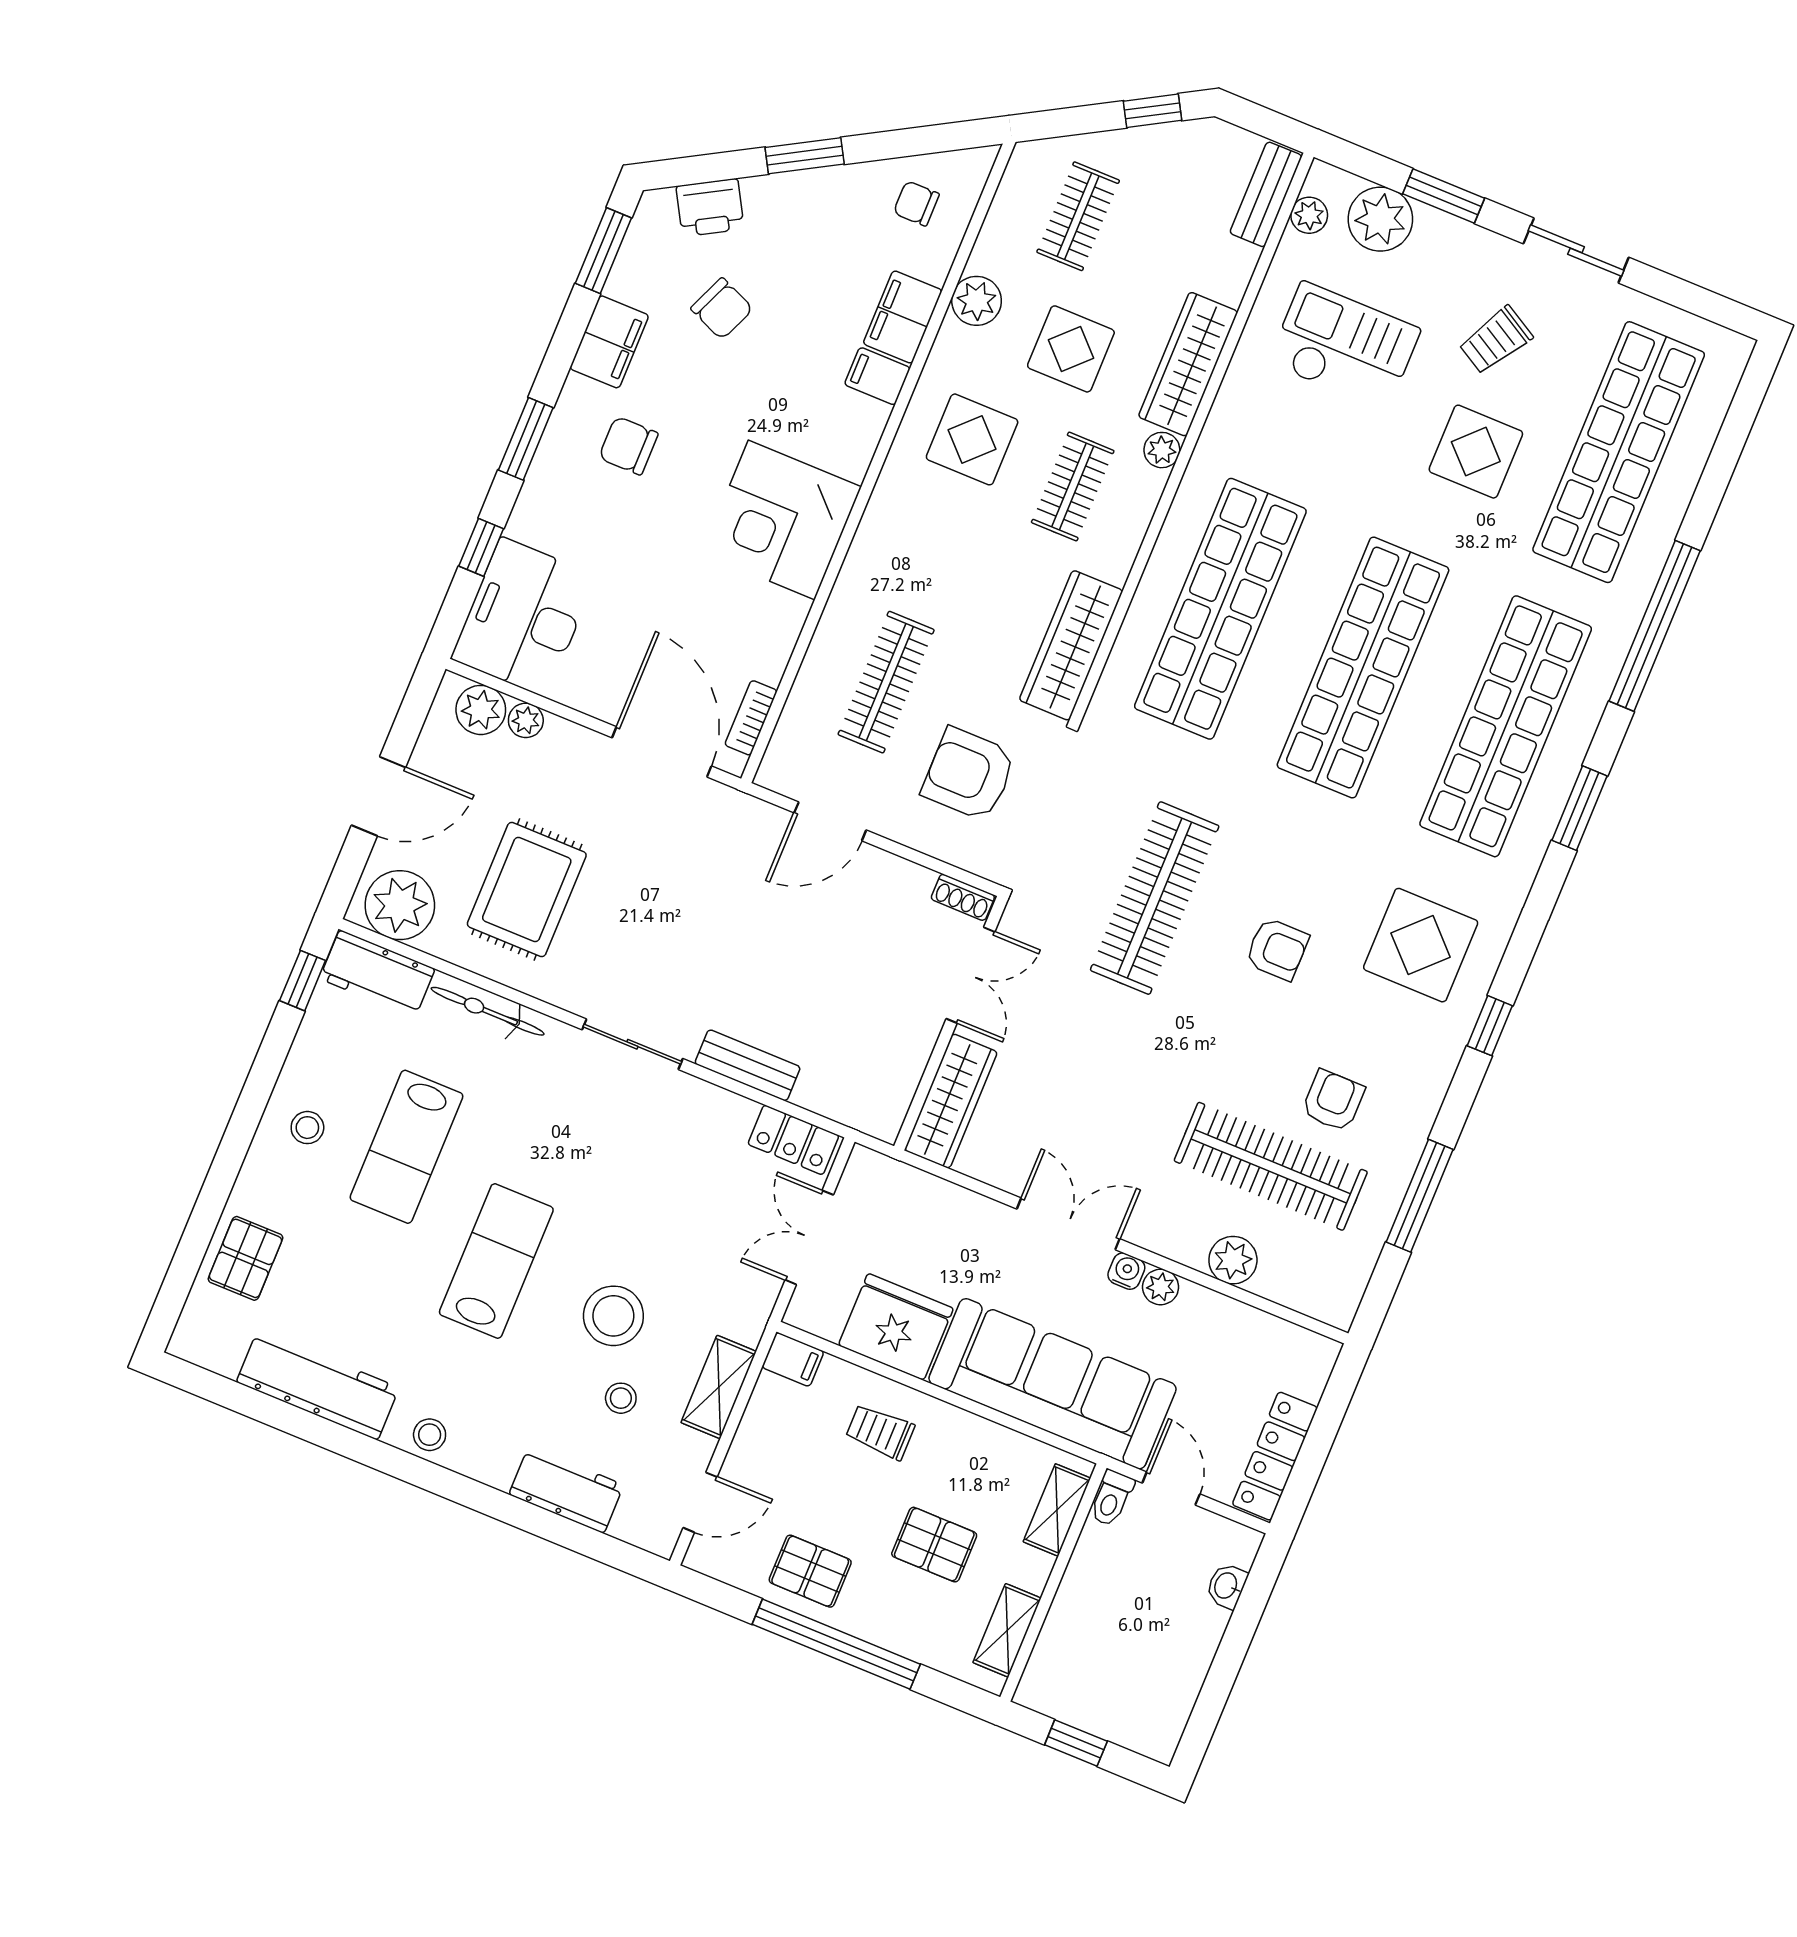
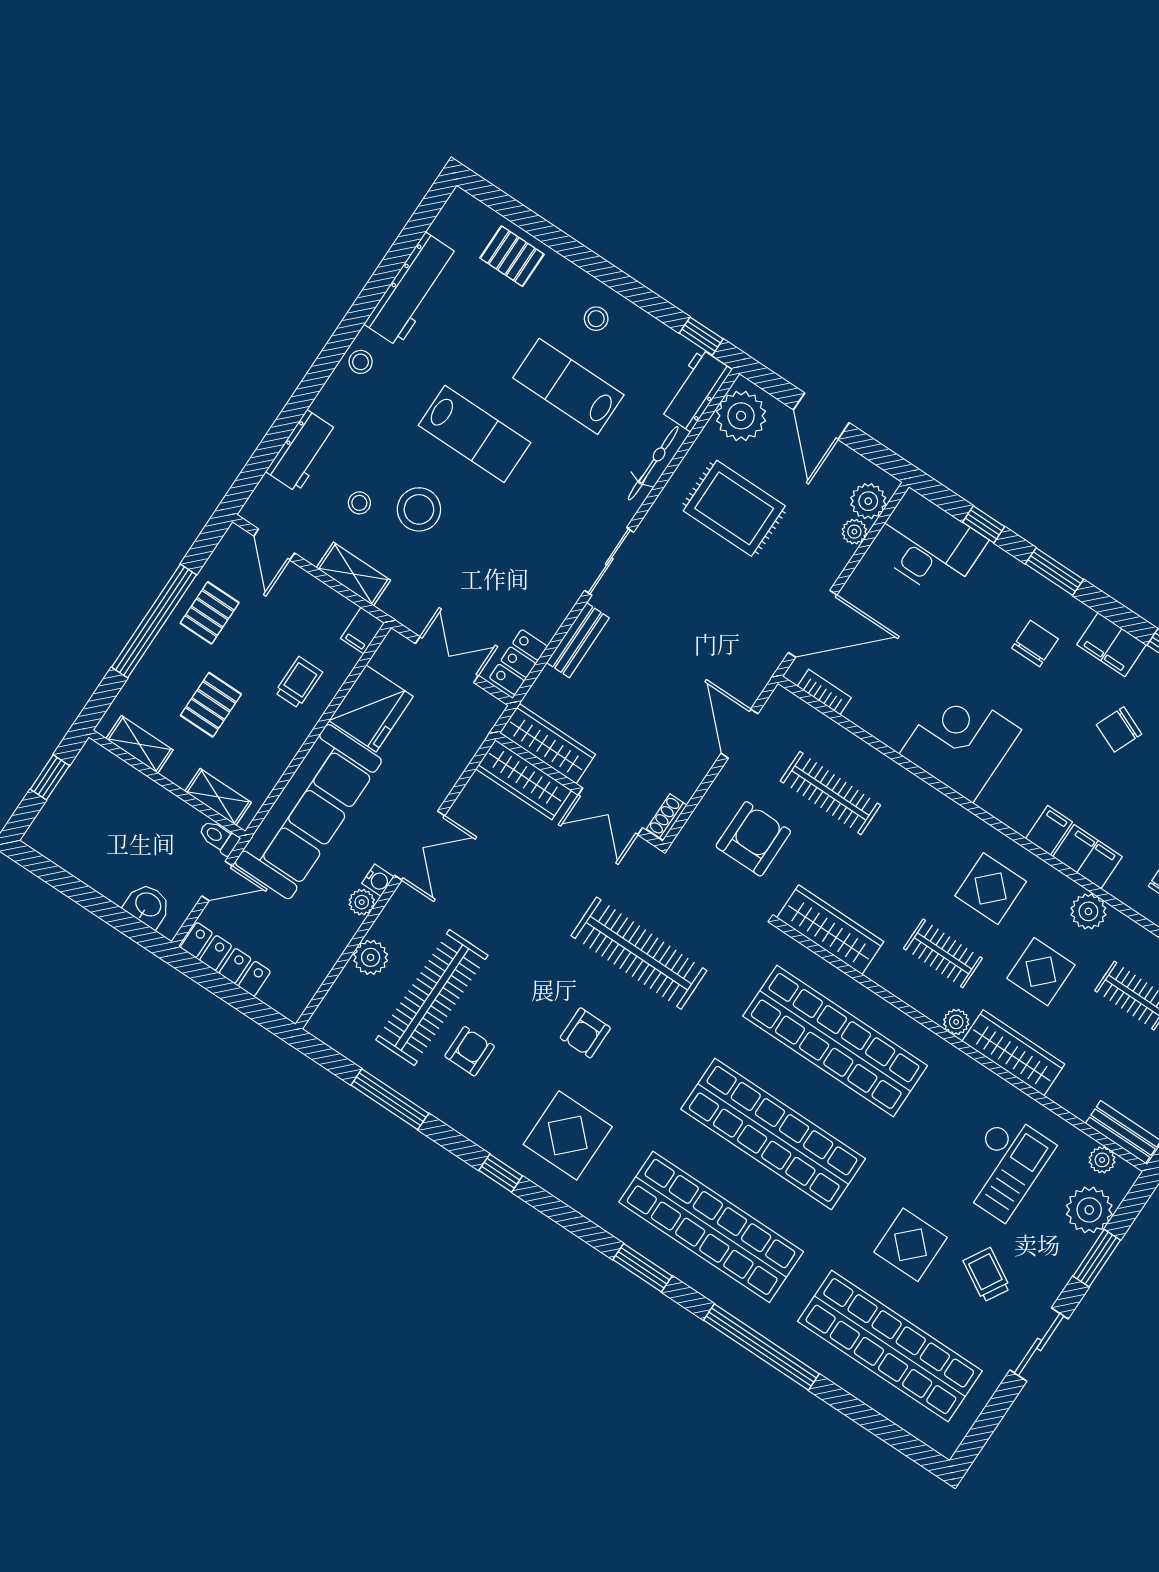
wardrobe: (896, 1078) -> (548, 744), added
armchair: (1333, 1101) -> (470, 1051), turned -90
washbasin: (1227, 1586) -> (148, 905), width x1.38, depth x1.45

